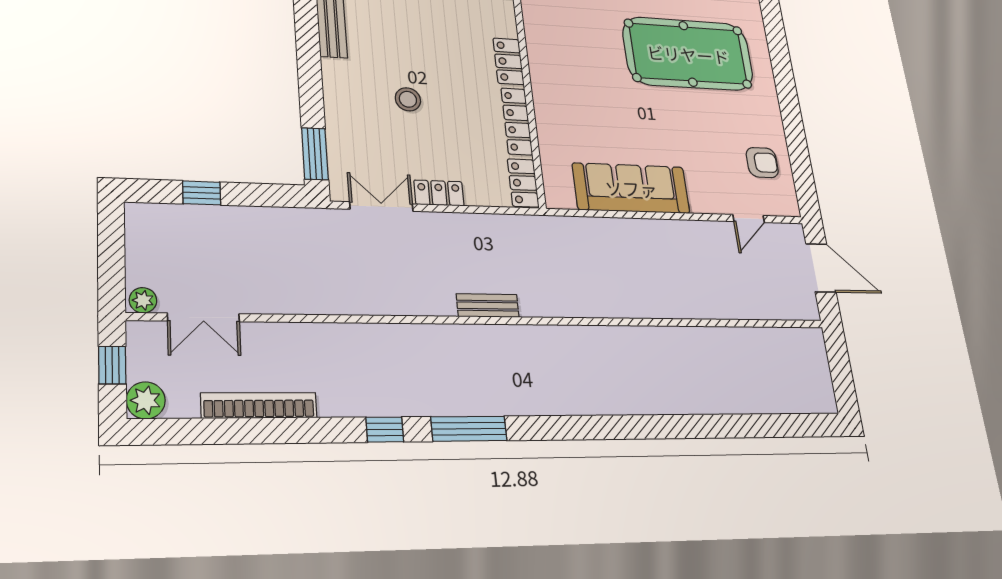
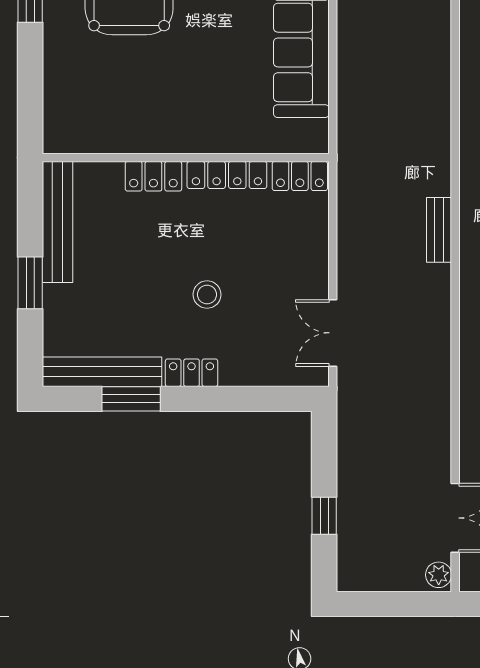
window: (315, 154) -> (131, 399), moved
locker: (439, 193) -> (192, 373), moved, turned 90

